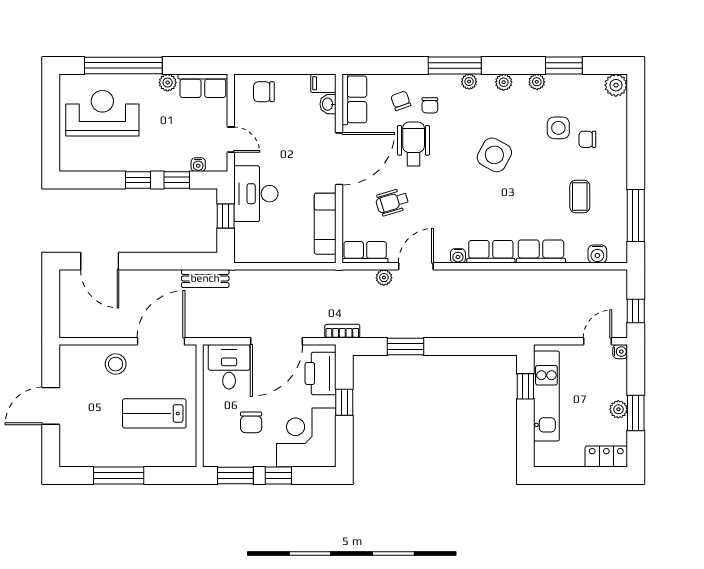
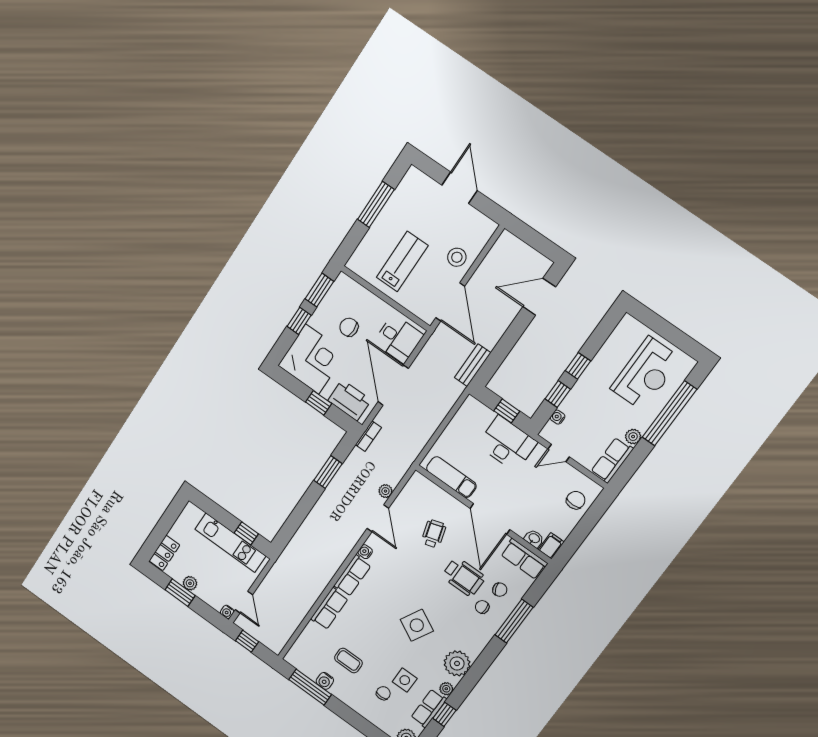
window: (455, 65) -> (514, 621), moved
window: (564, 65) -> (444, 714), width x0.67
plant: (469, 82) -> (479, 645), removed
plant: (504, 82) -> (457, 663), width x1.88, depth x1.88
row of seats: (365, 252) -> (429, 708), moved, turned 180
water cooler: (597, 254) -> (325, 681), moved, turned -90

